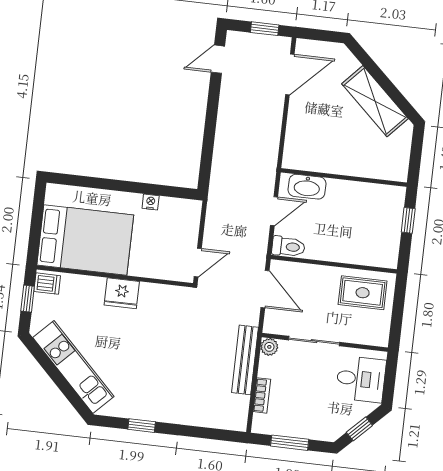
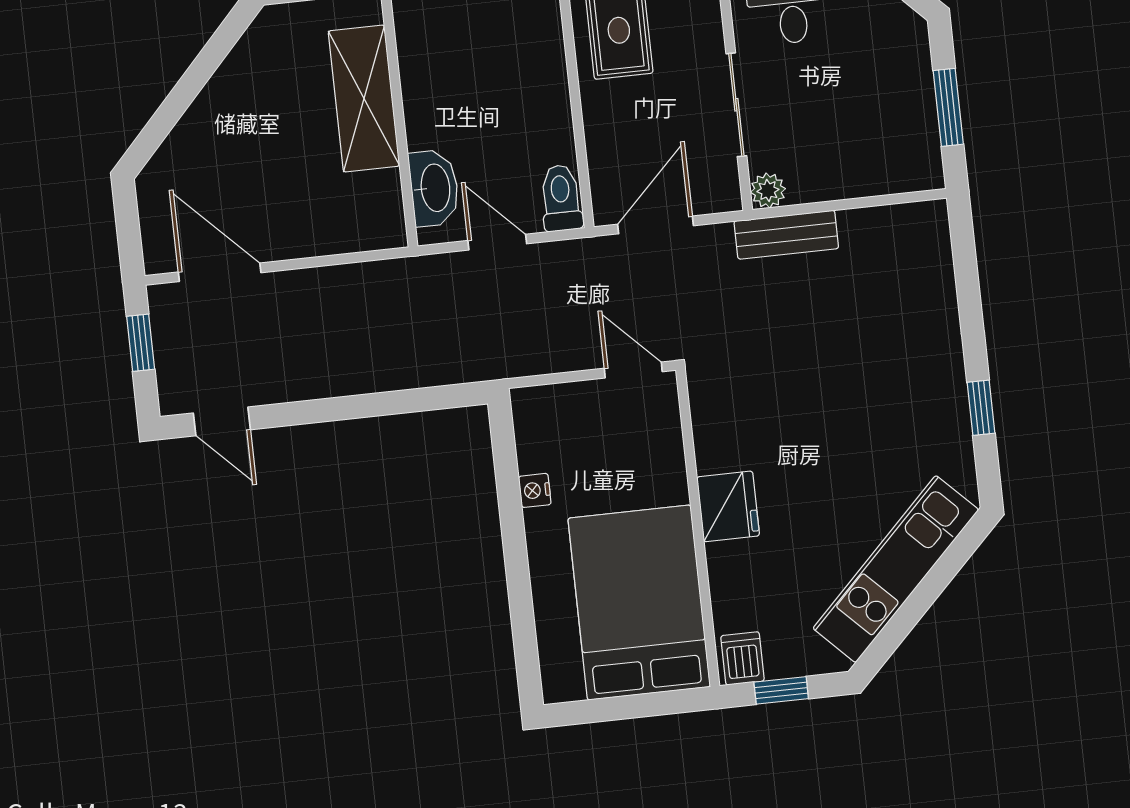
shelving: (375, 101) -> (364, 99), moved, turned -43
bench: (245, 360) -> (786, 235), width x0.73
bookcase: (262, 395) -> (867, 183), removed

